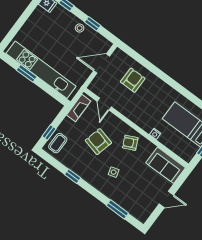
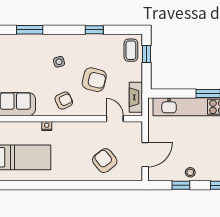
armchair: (133, 80) -> (105, 161), turned 142

